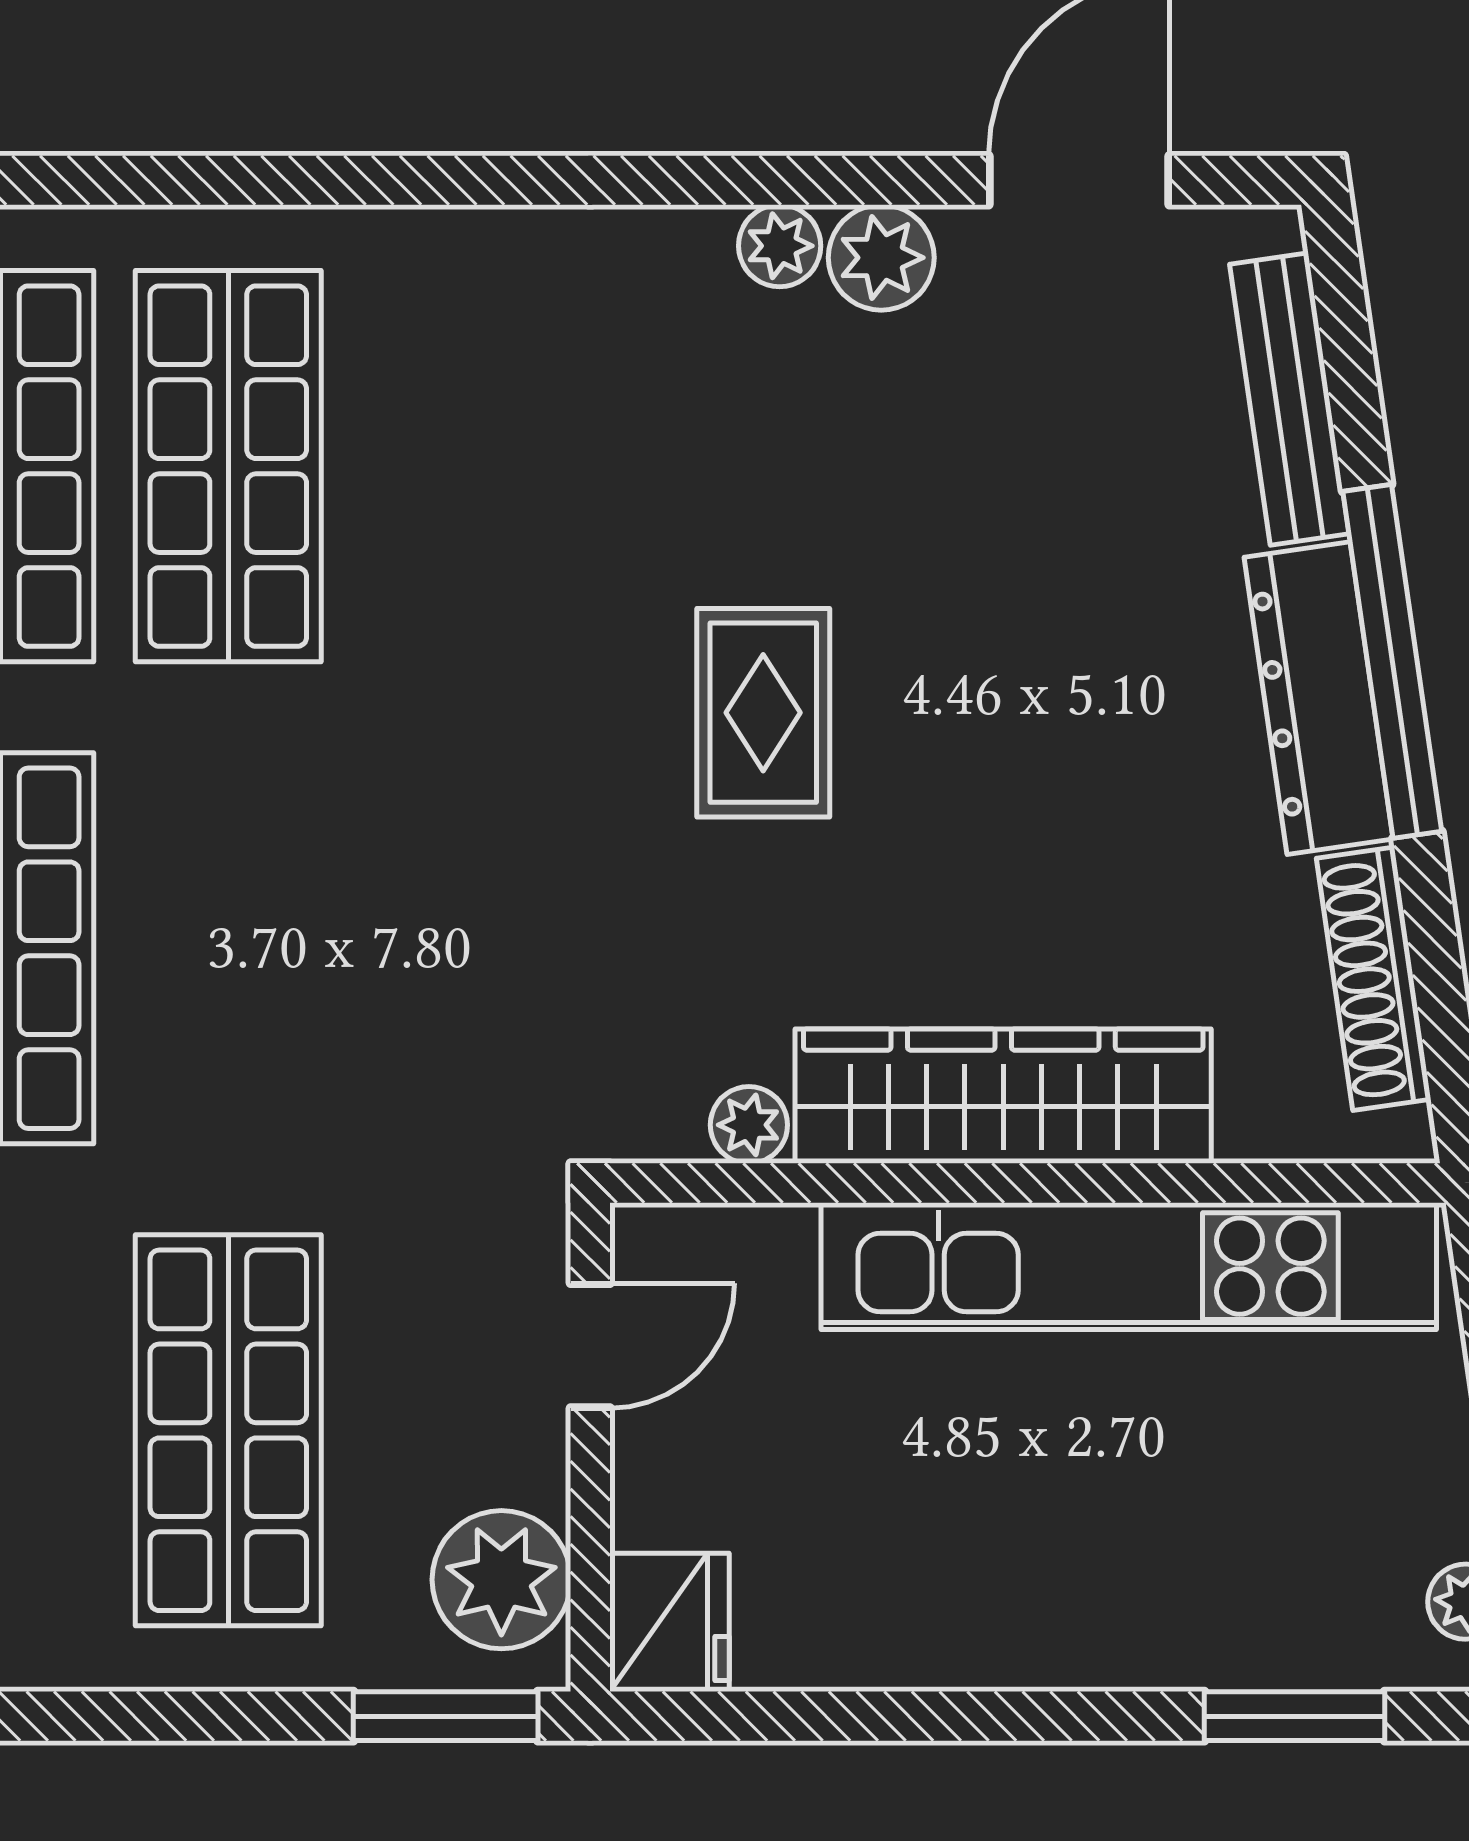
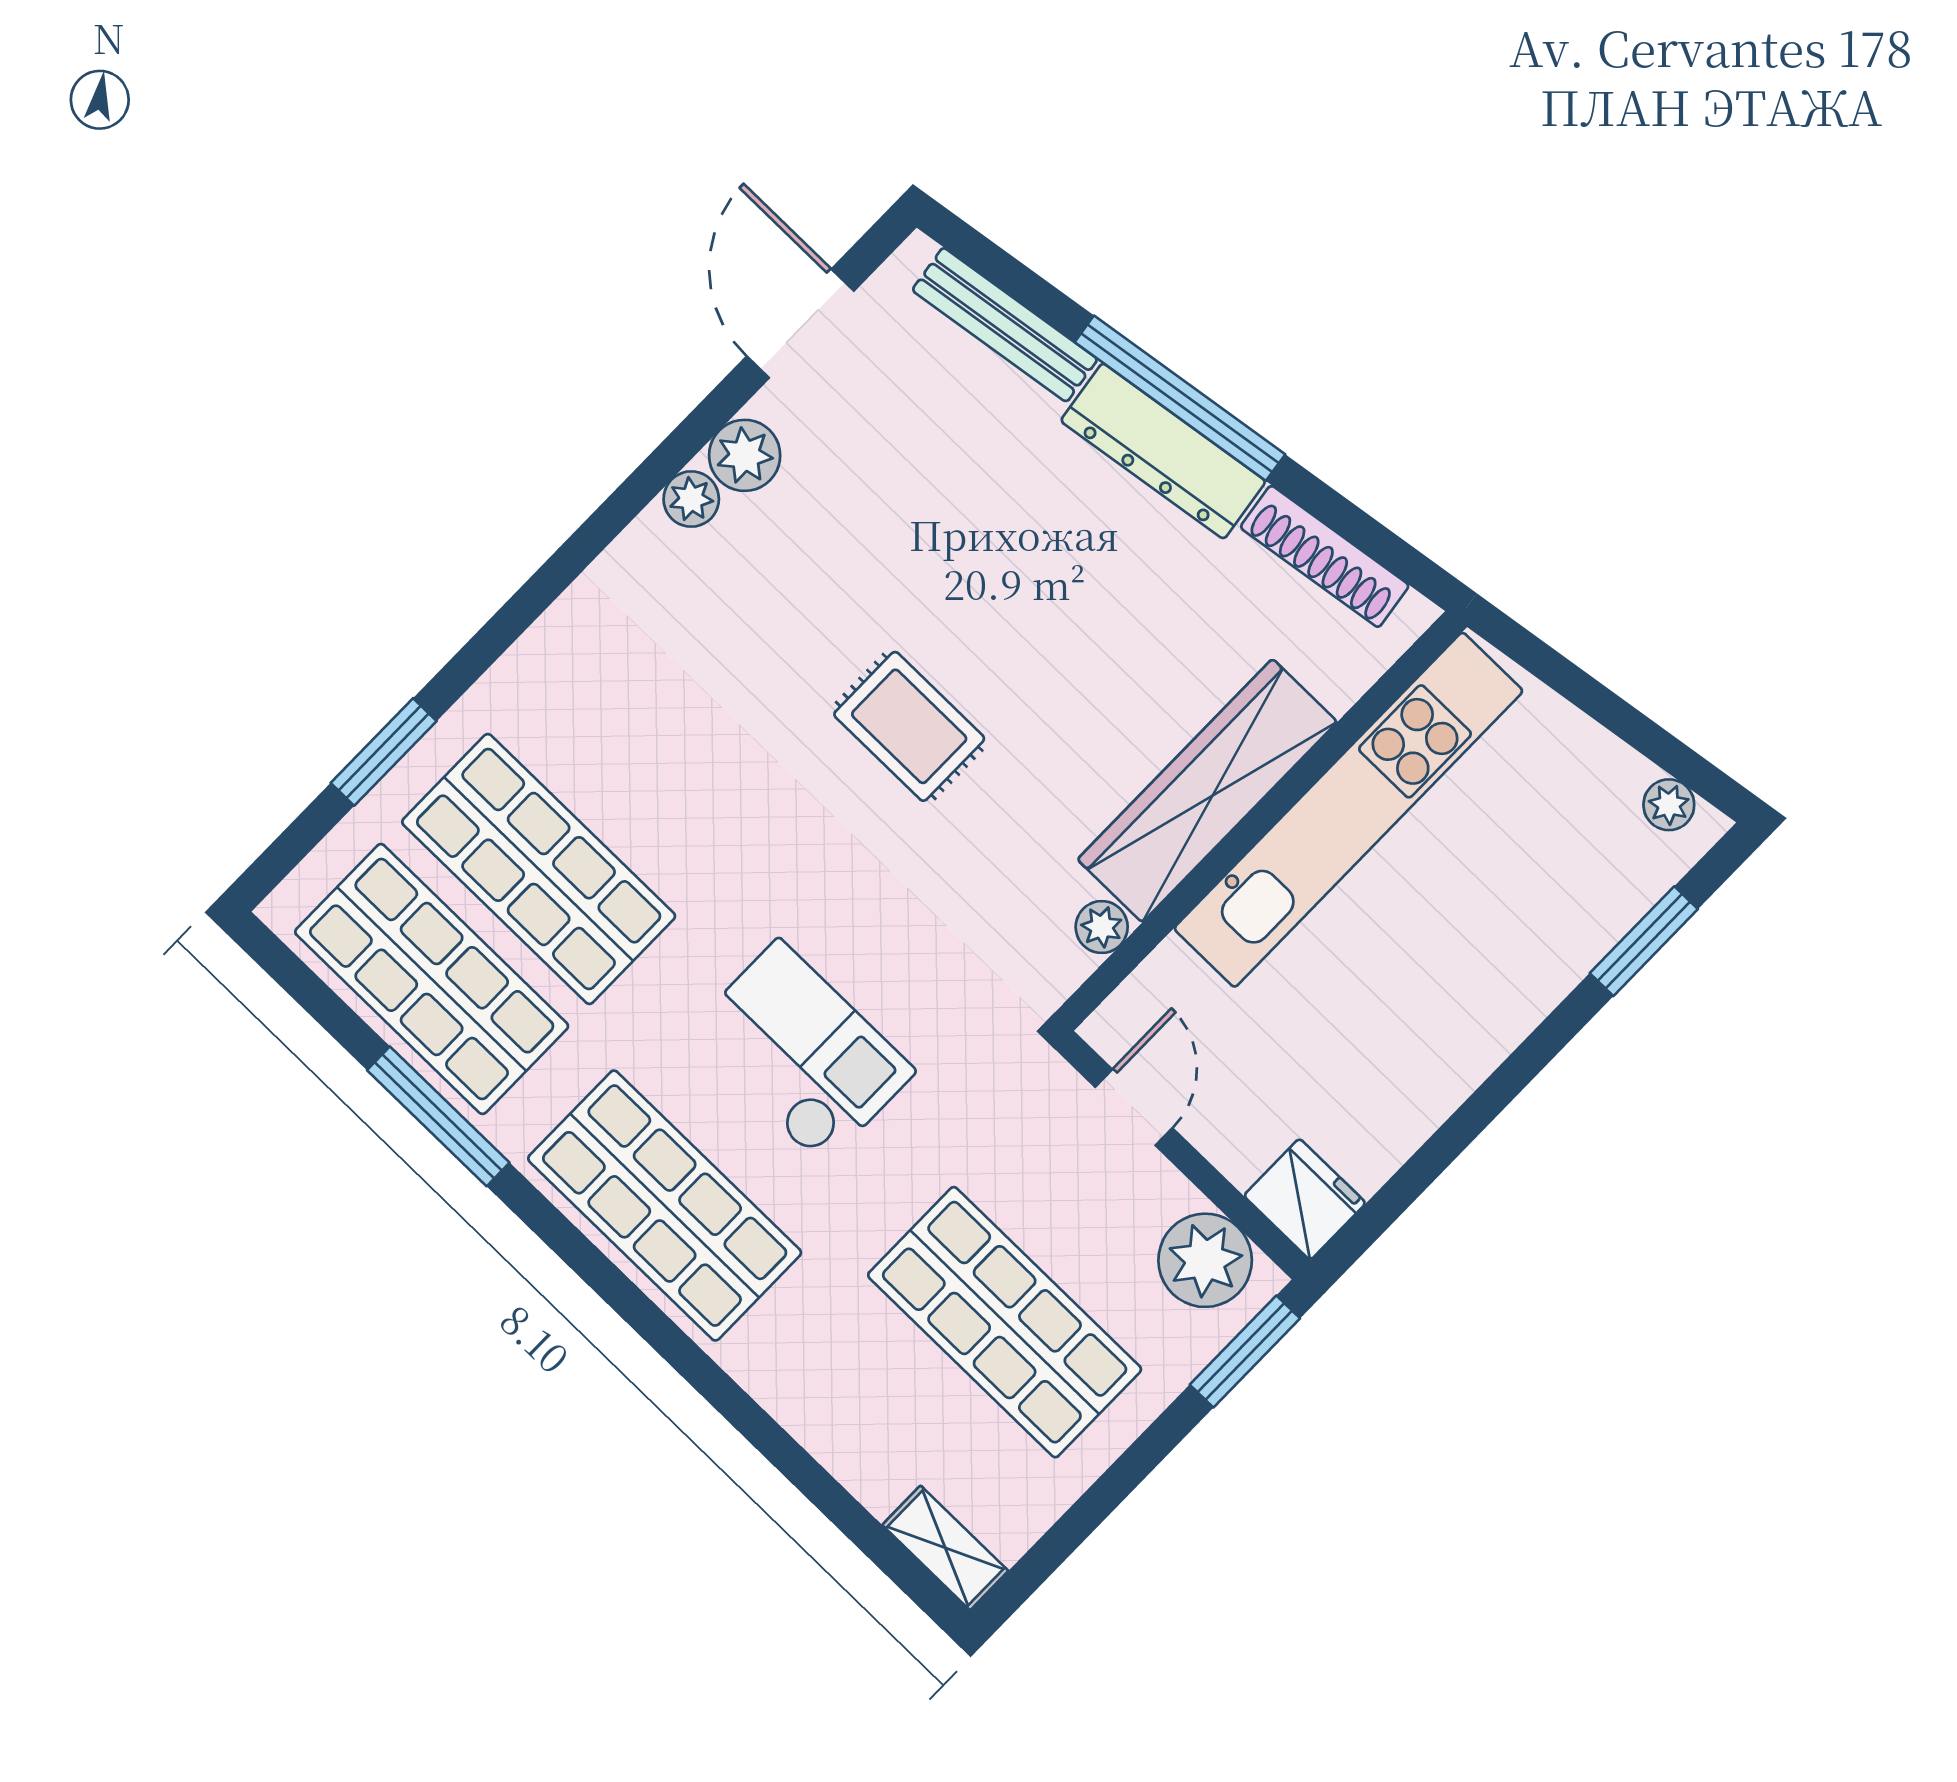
window: (192, 180) -> (384, 752), added
checkout: (304, 934) -> (801, 1052), added

